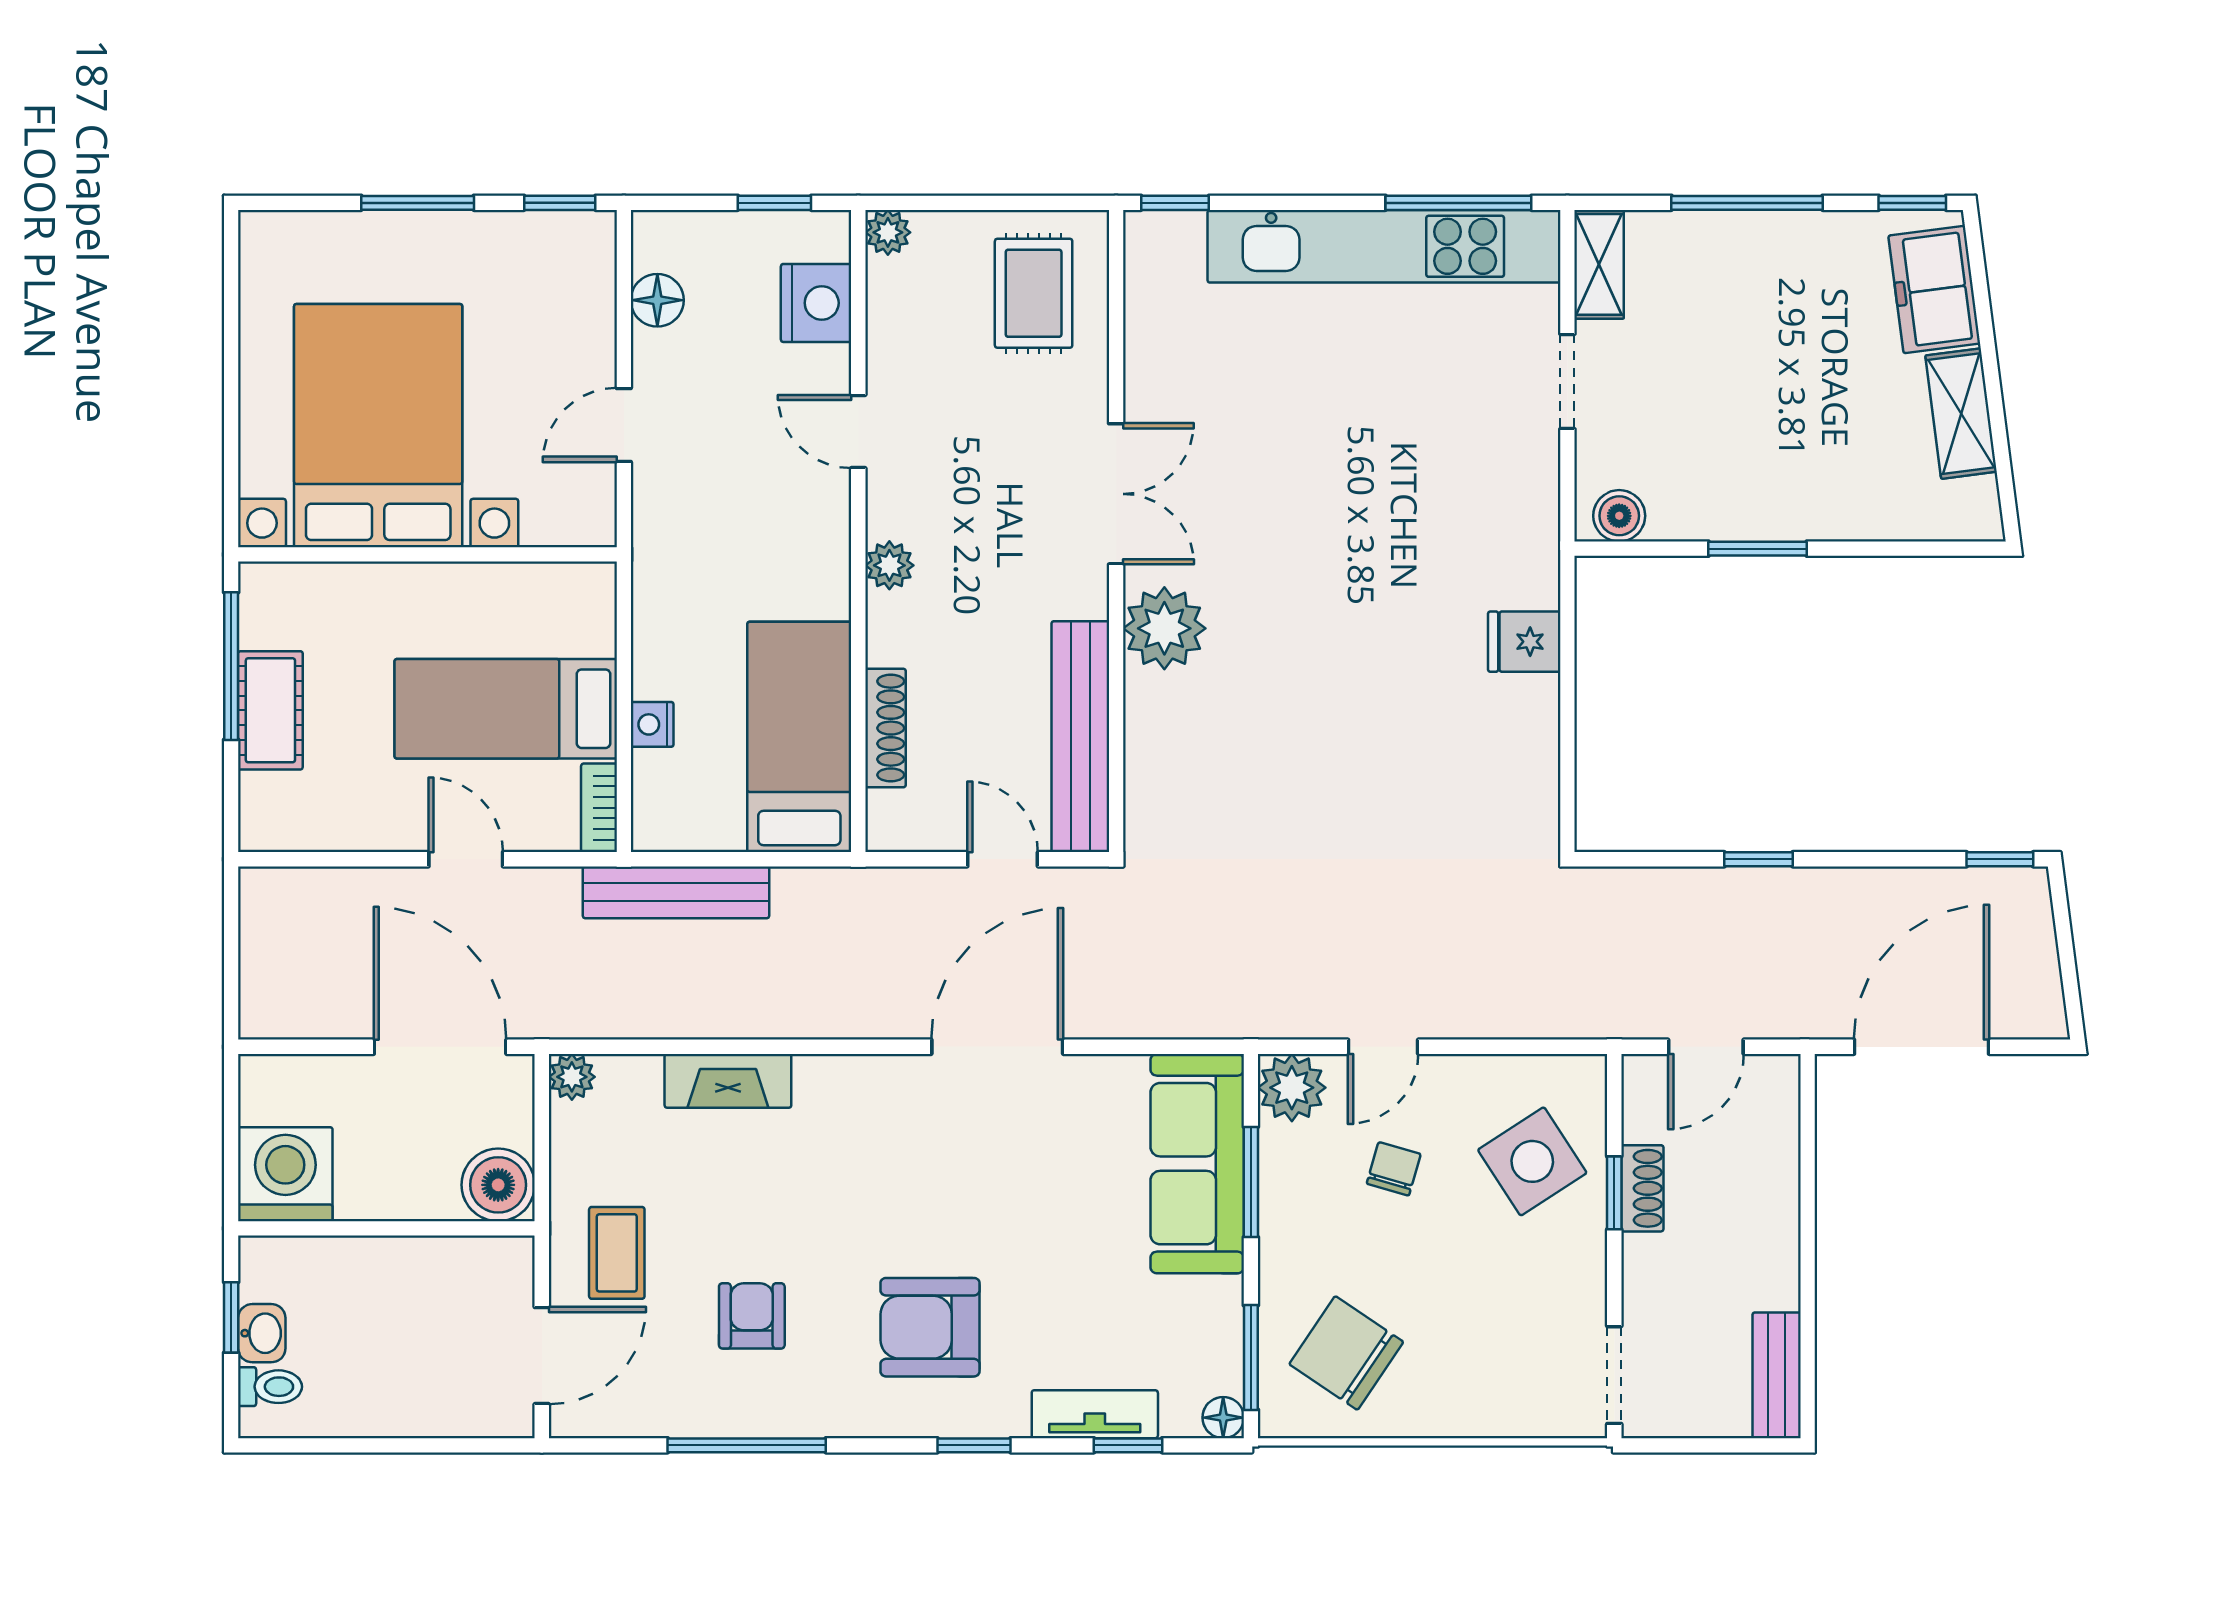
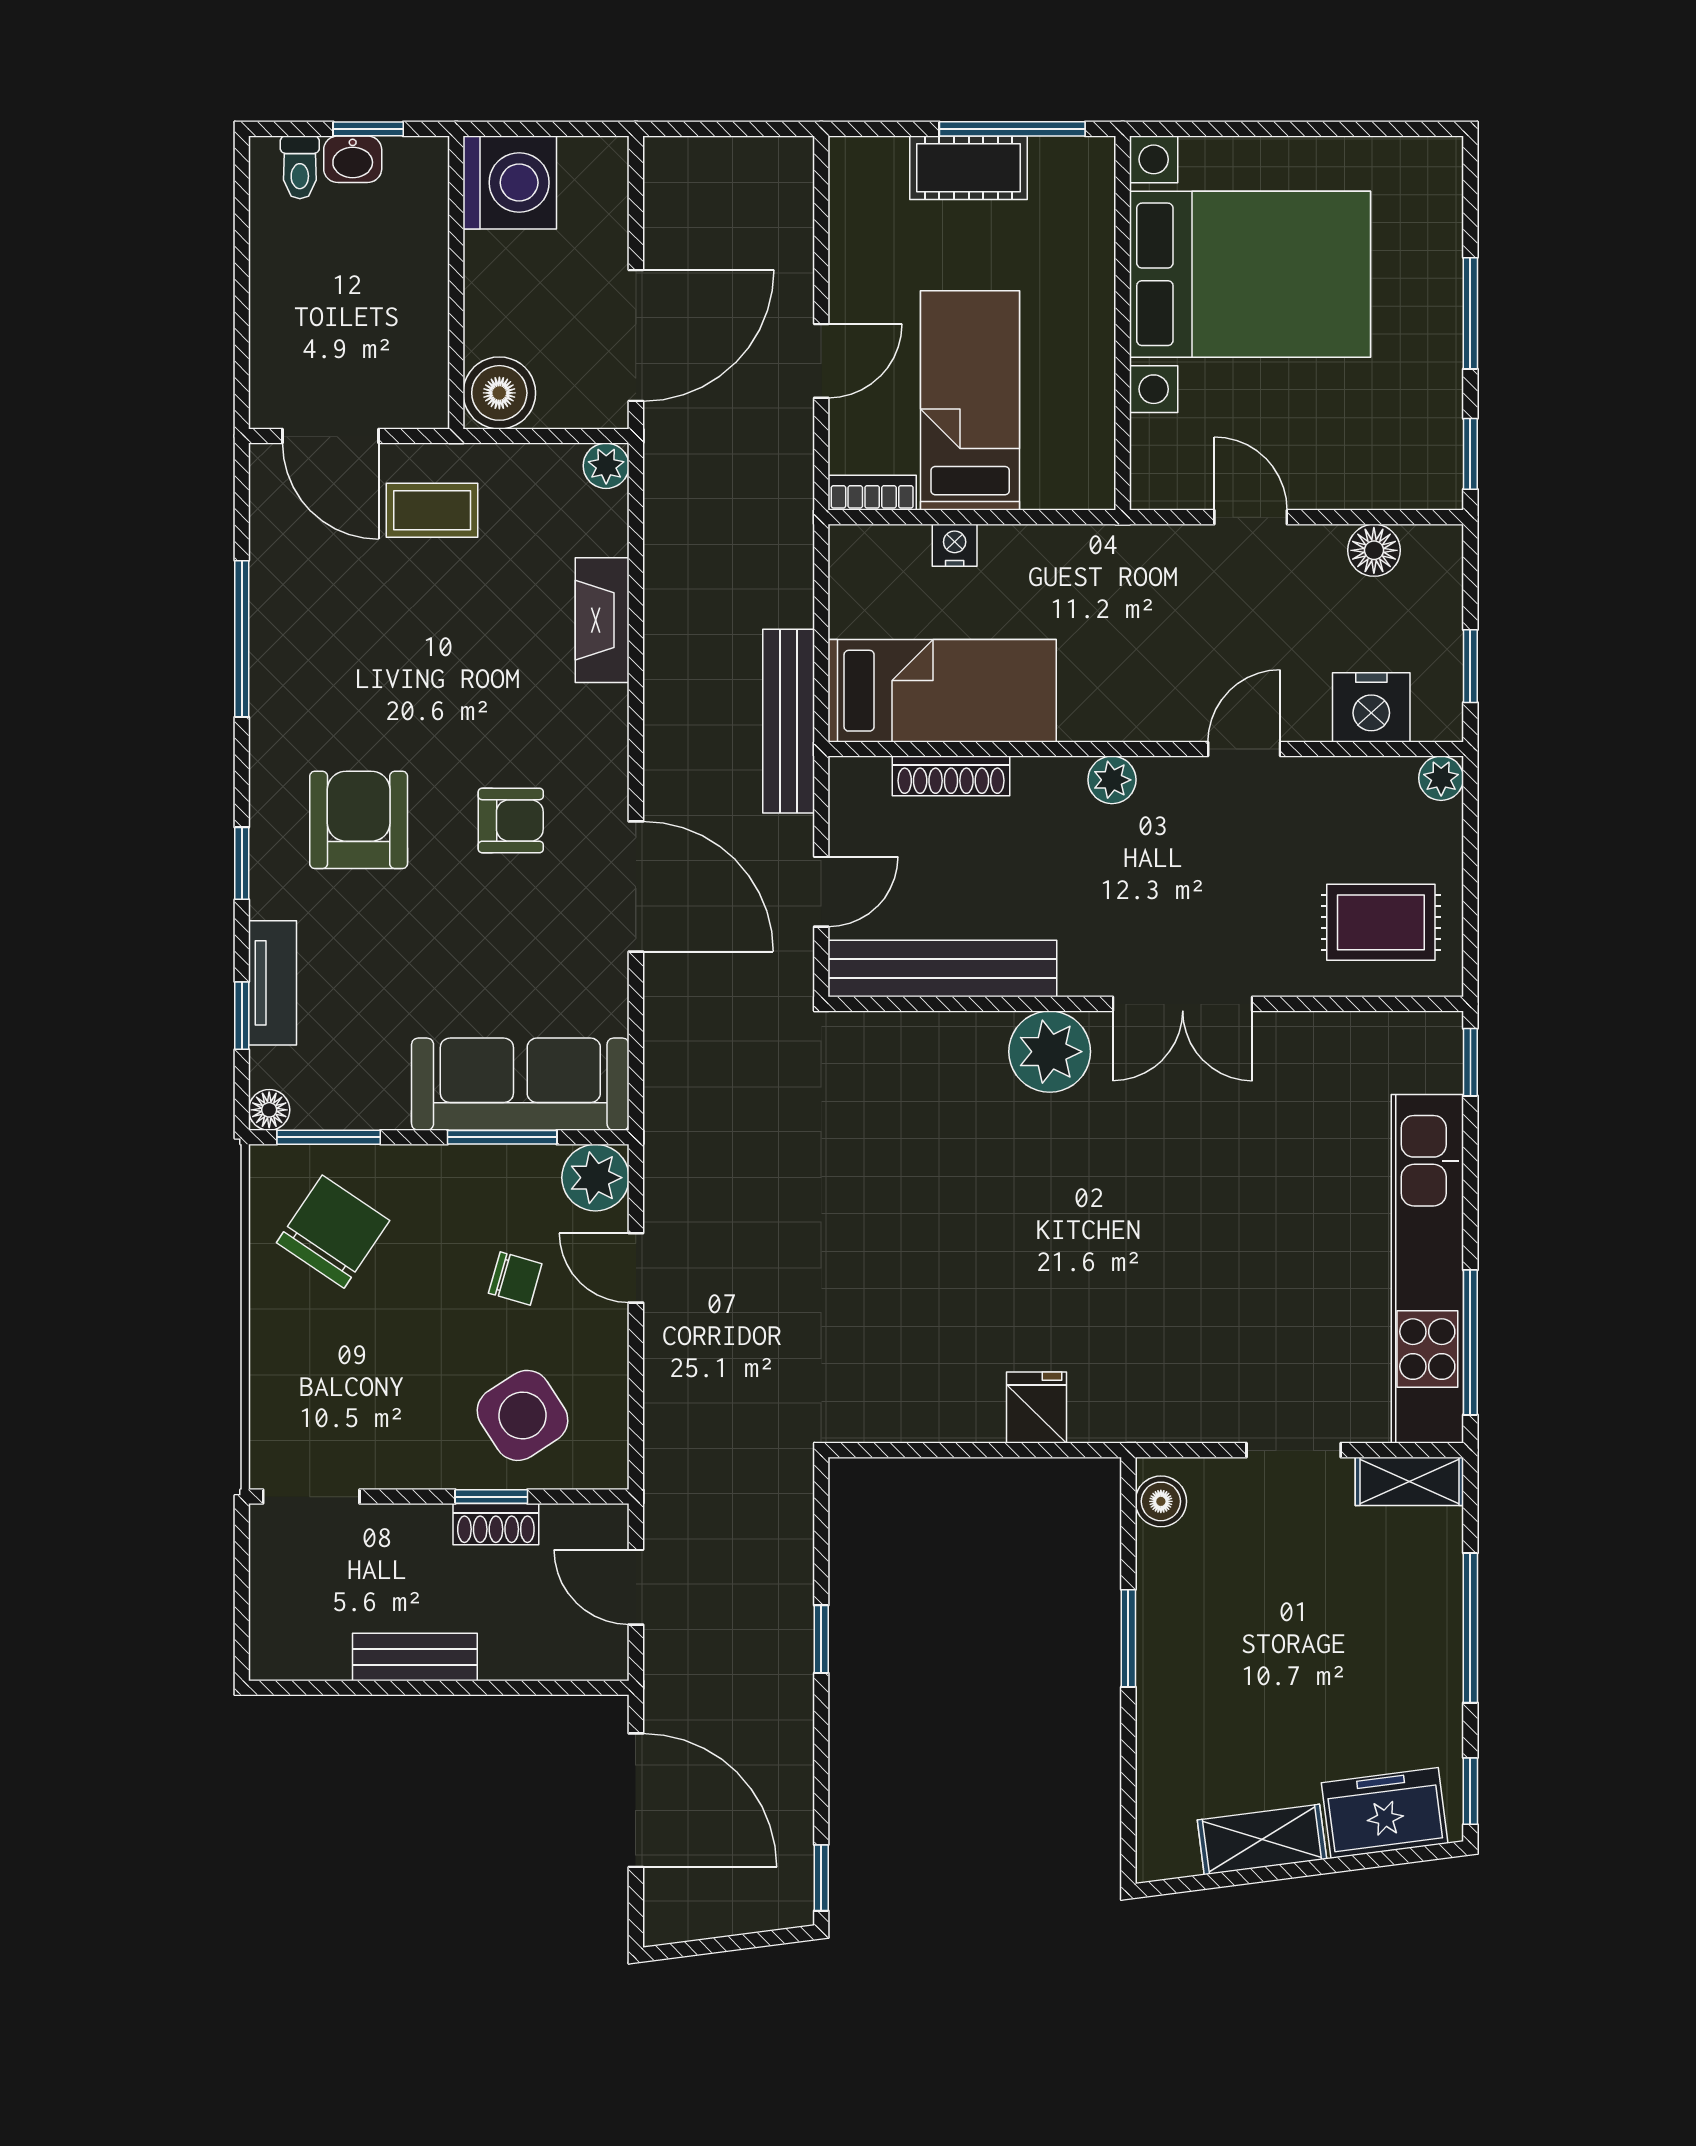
bench: (676, 892) -> (789, 721), moved
armchair: (752, 1316) -> (511, 820), moved
bench: (1777, 1375) -> (415, 1657), moved

